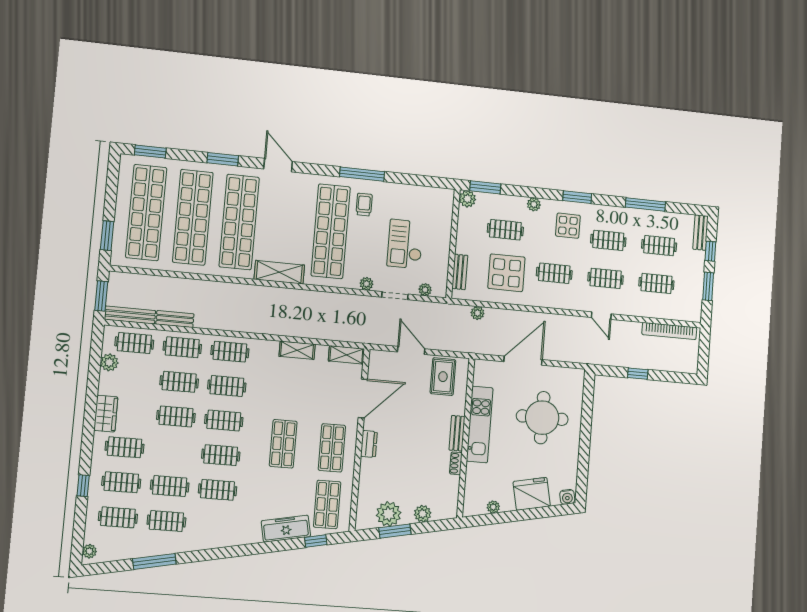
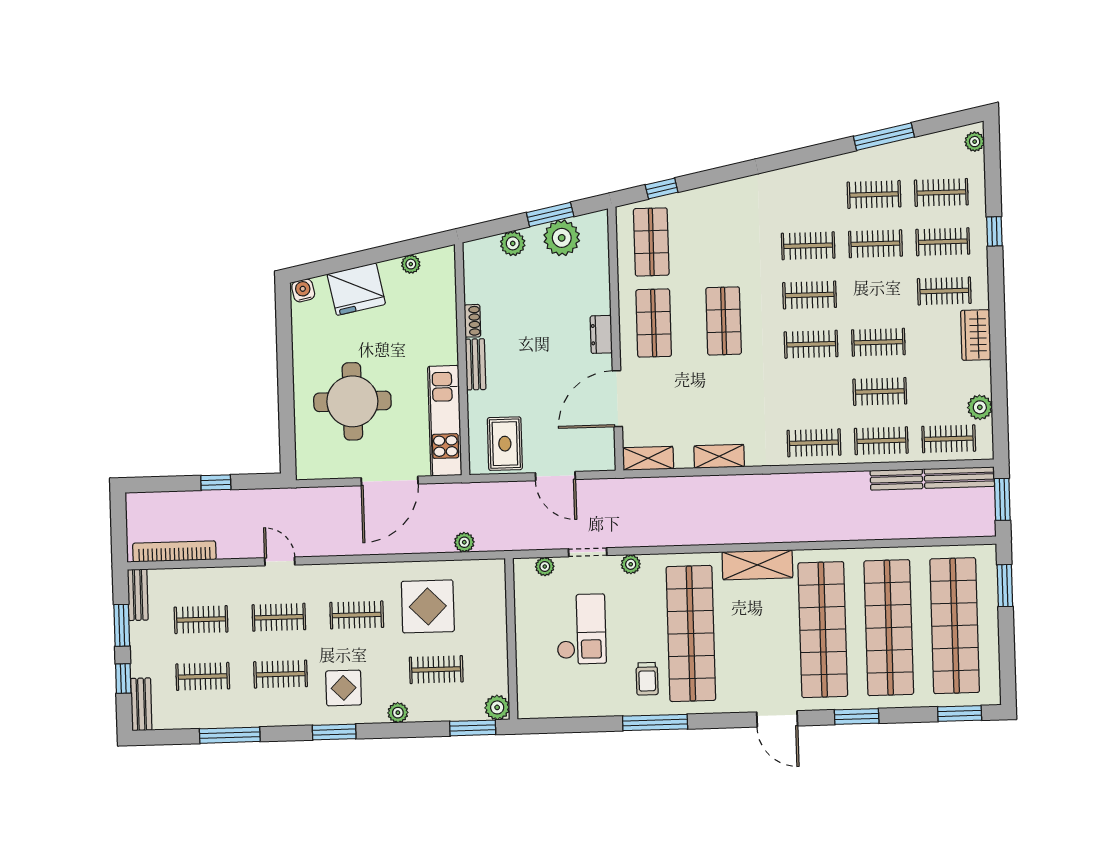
bench: (460, 272) -> (138, 595), moved
clothes rail: (227, 386) -> (813, 394), removed
kitchen unit: (480, 424) -> (445, 421), moved
freezer: (286, 529) -> (706, 202), removed

